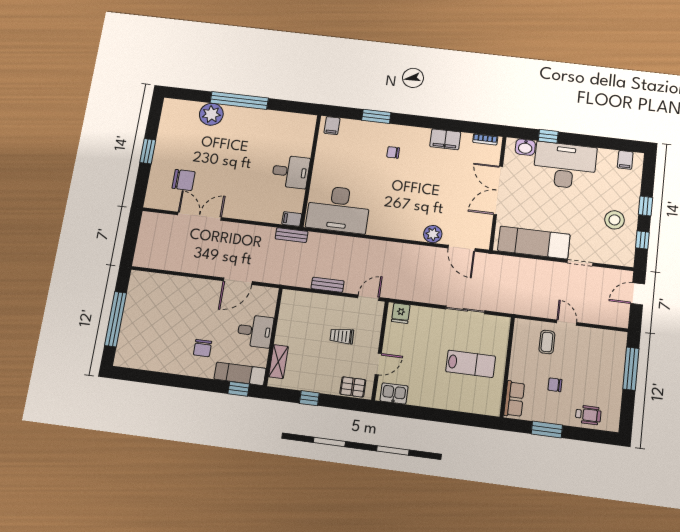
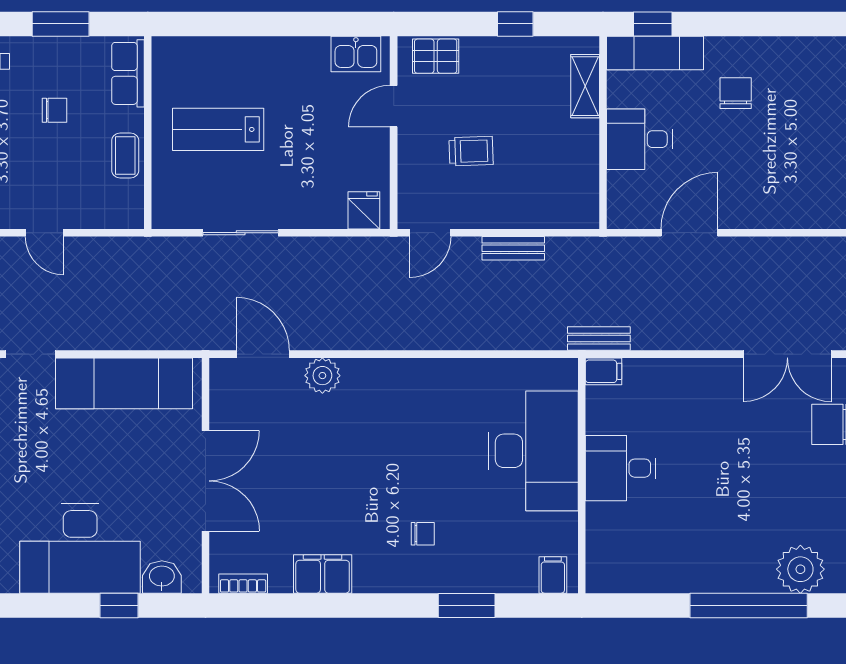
desk: (338, 209) -> (533, 451), moved, turned 90
coffee table: (547, 342) -> (125, 155), moved

